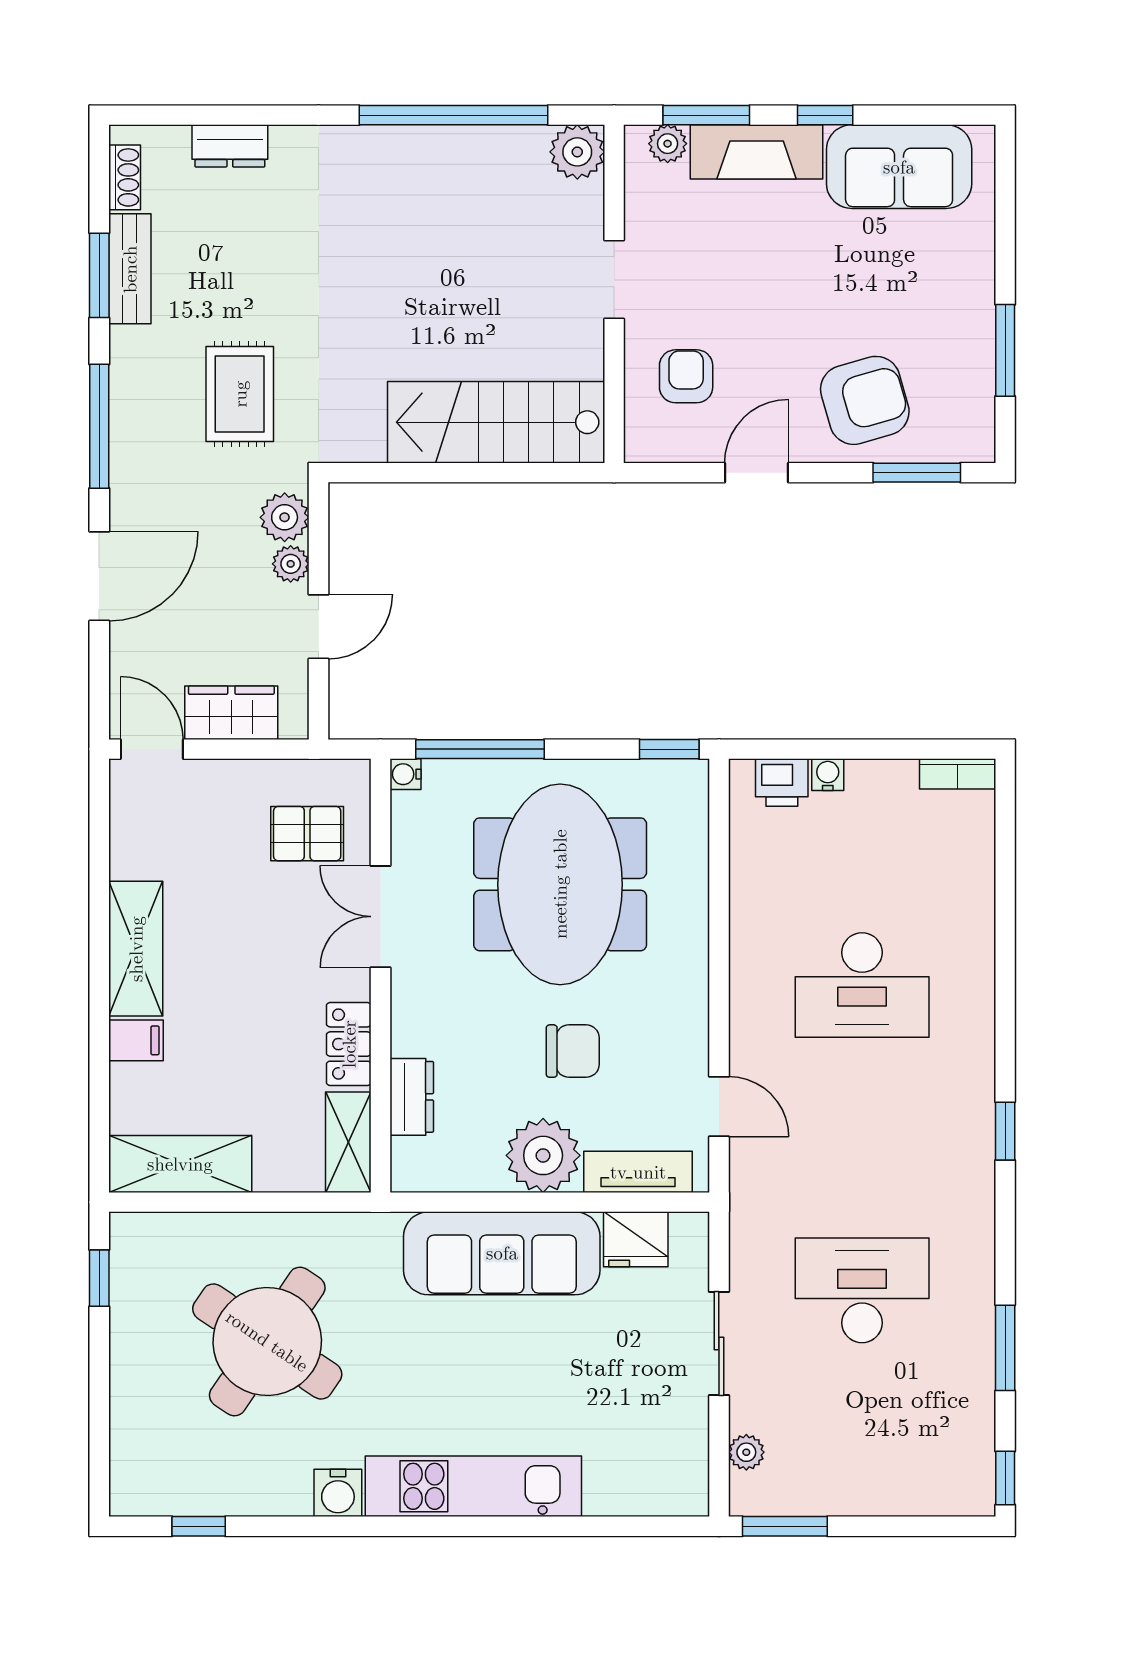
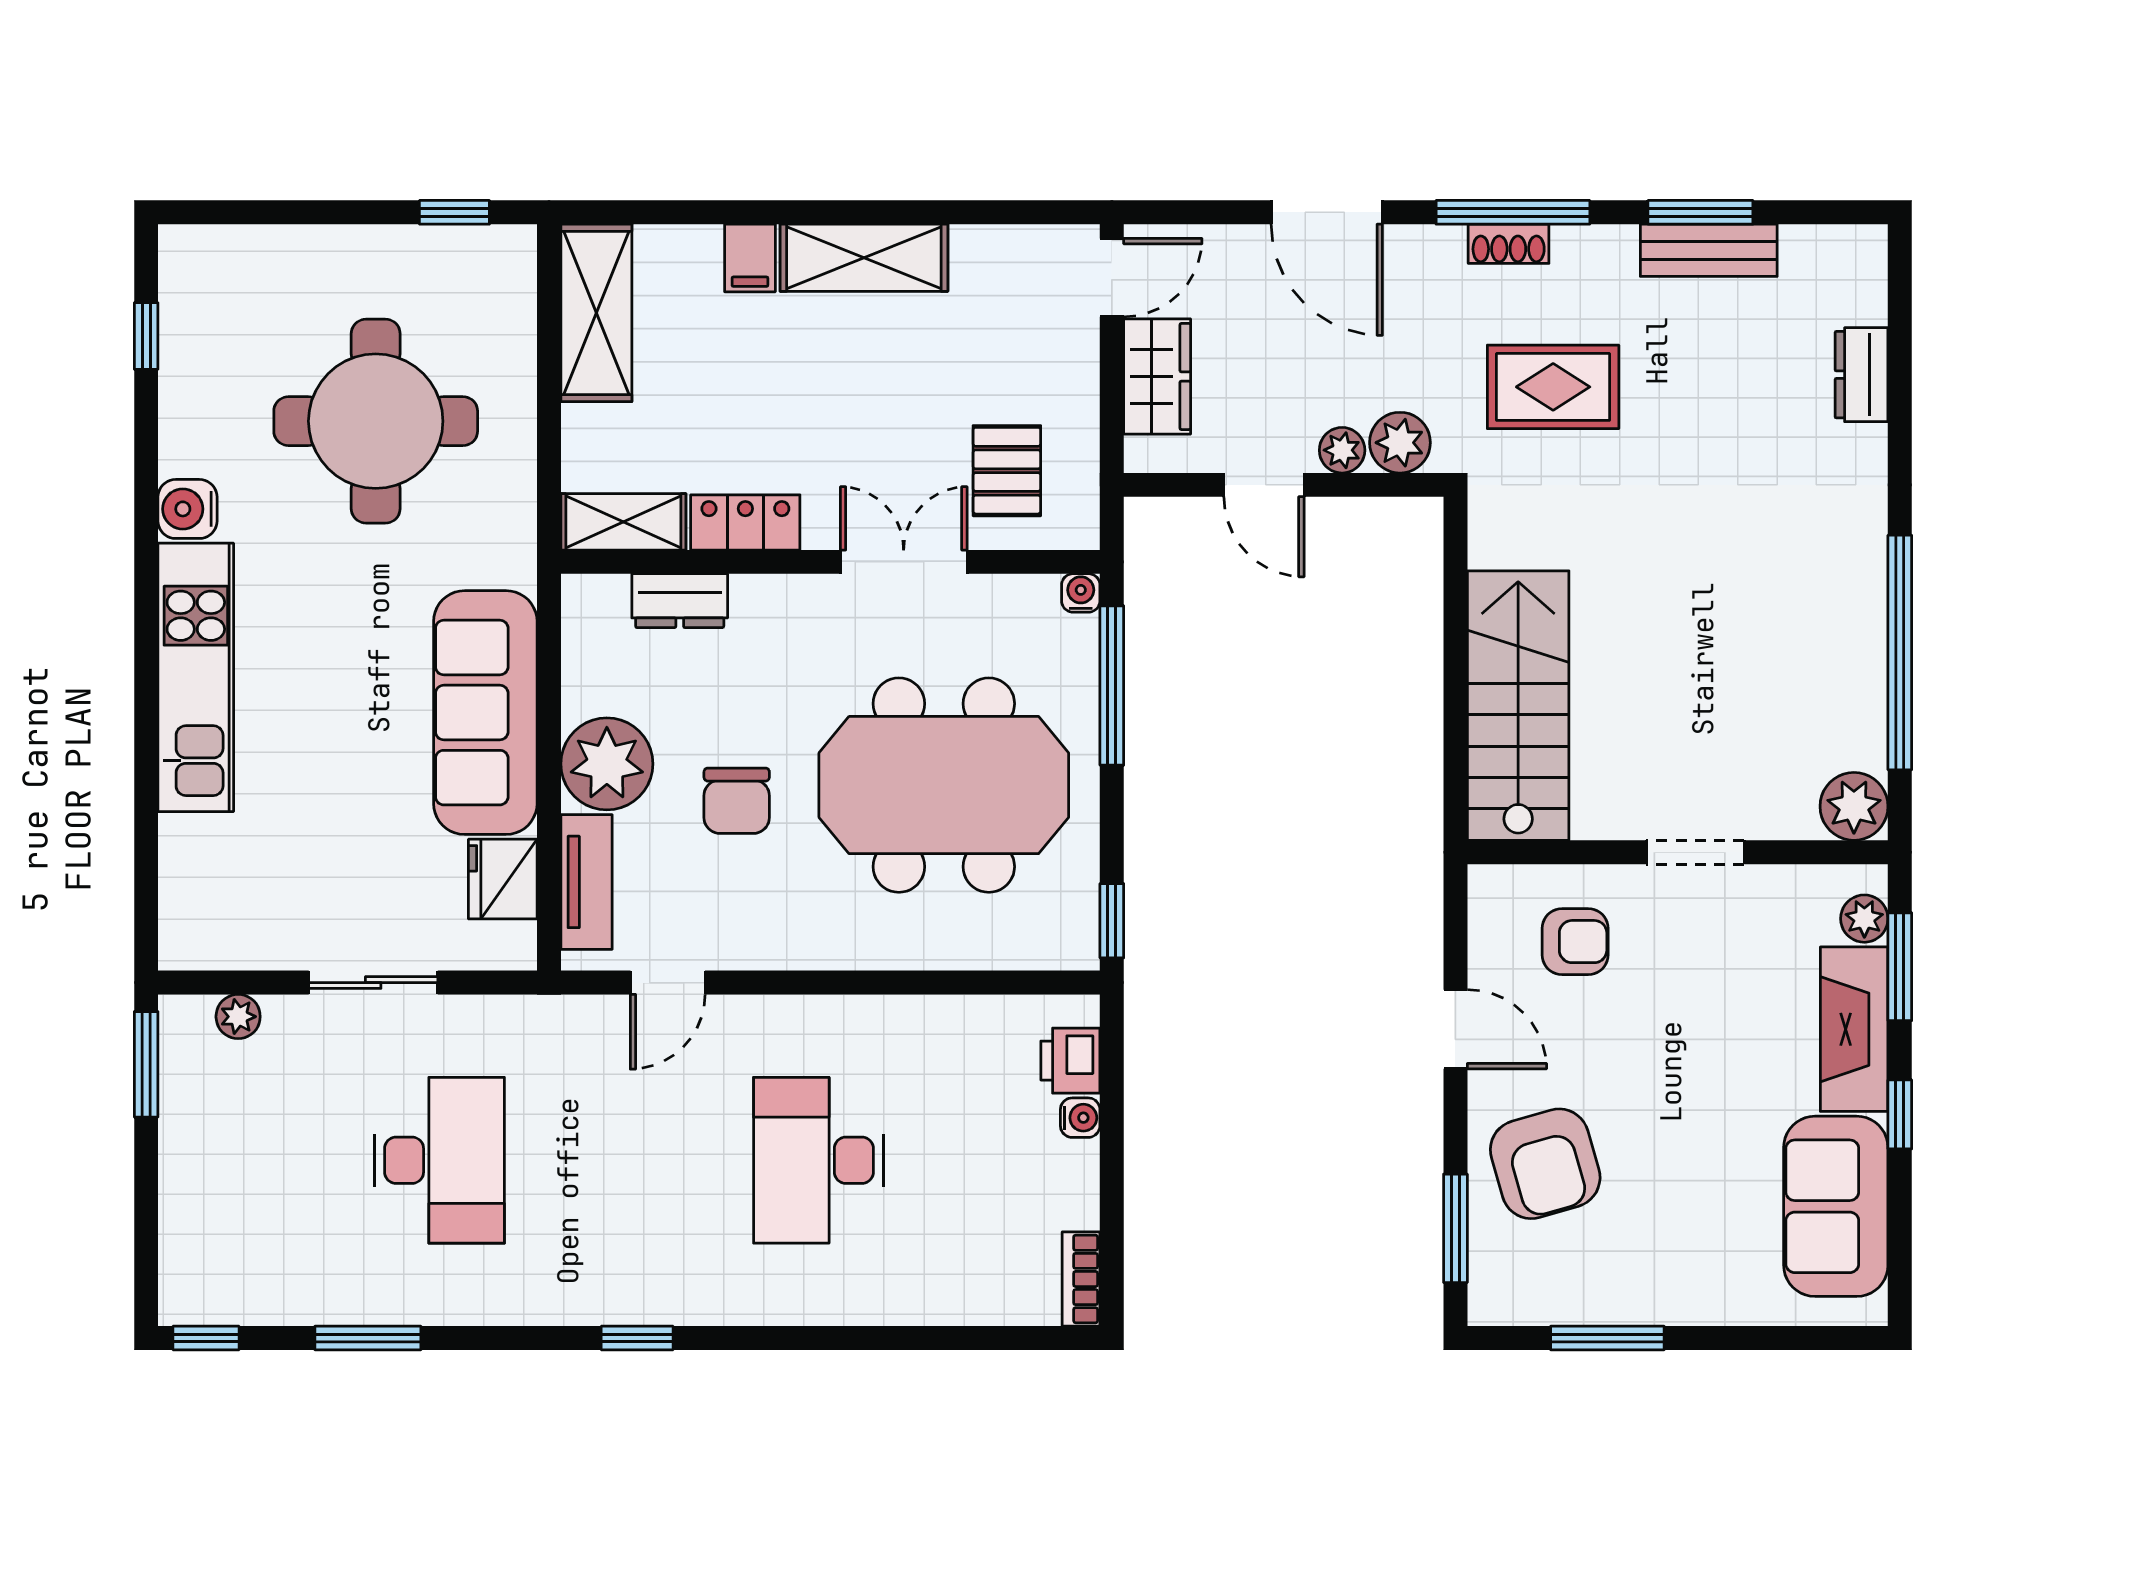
shoe rack: (125, 177) -> (1509, 244), moved
round table: (267, 1341) -> (376, 421), turned -34

